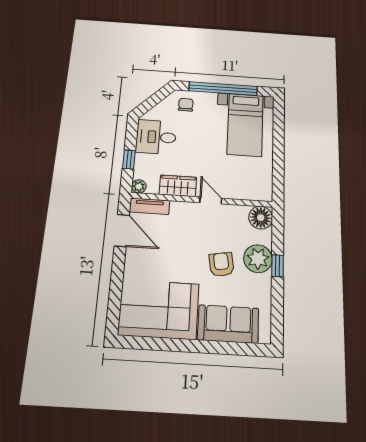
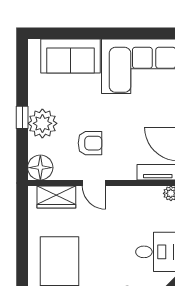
wardrobe: (178, 186) -> (56, 197), moved
armchair: (221, 264) -> (90, 143), moved, turned -81

